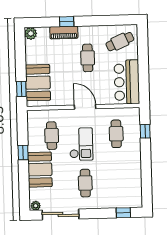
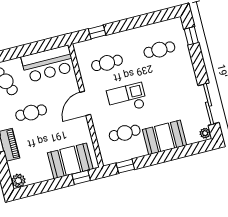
window: (23, 152) -> (125, 166), moved
cafe table: (85, 183) -> (159, 50), moved

